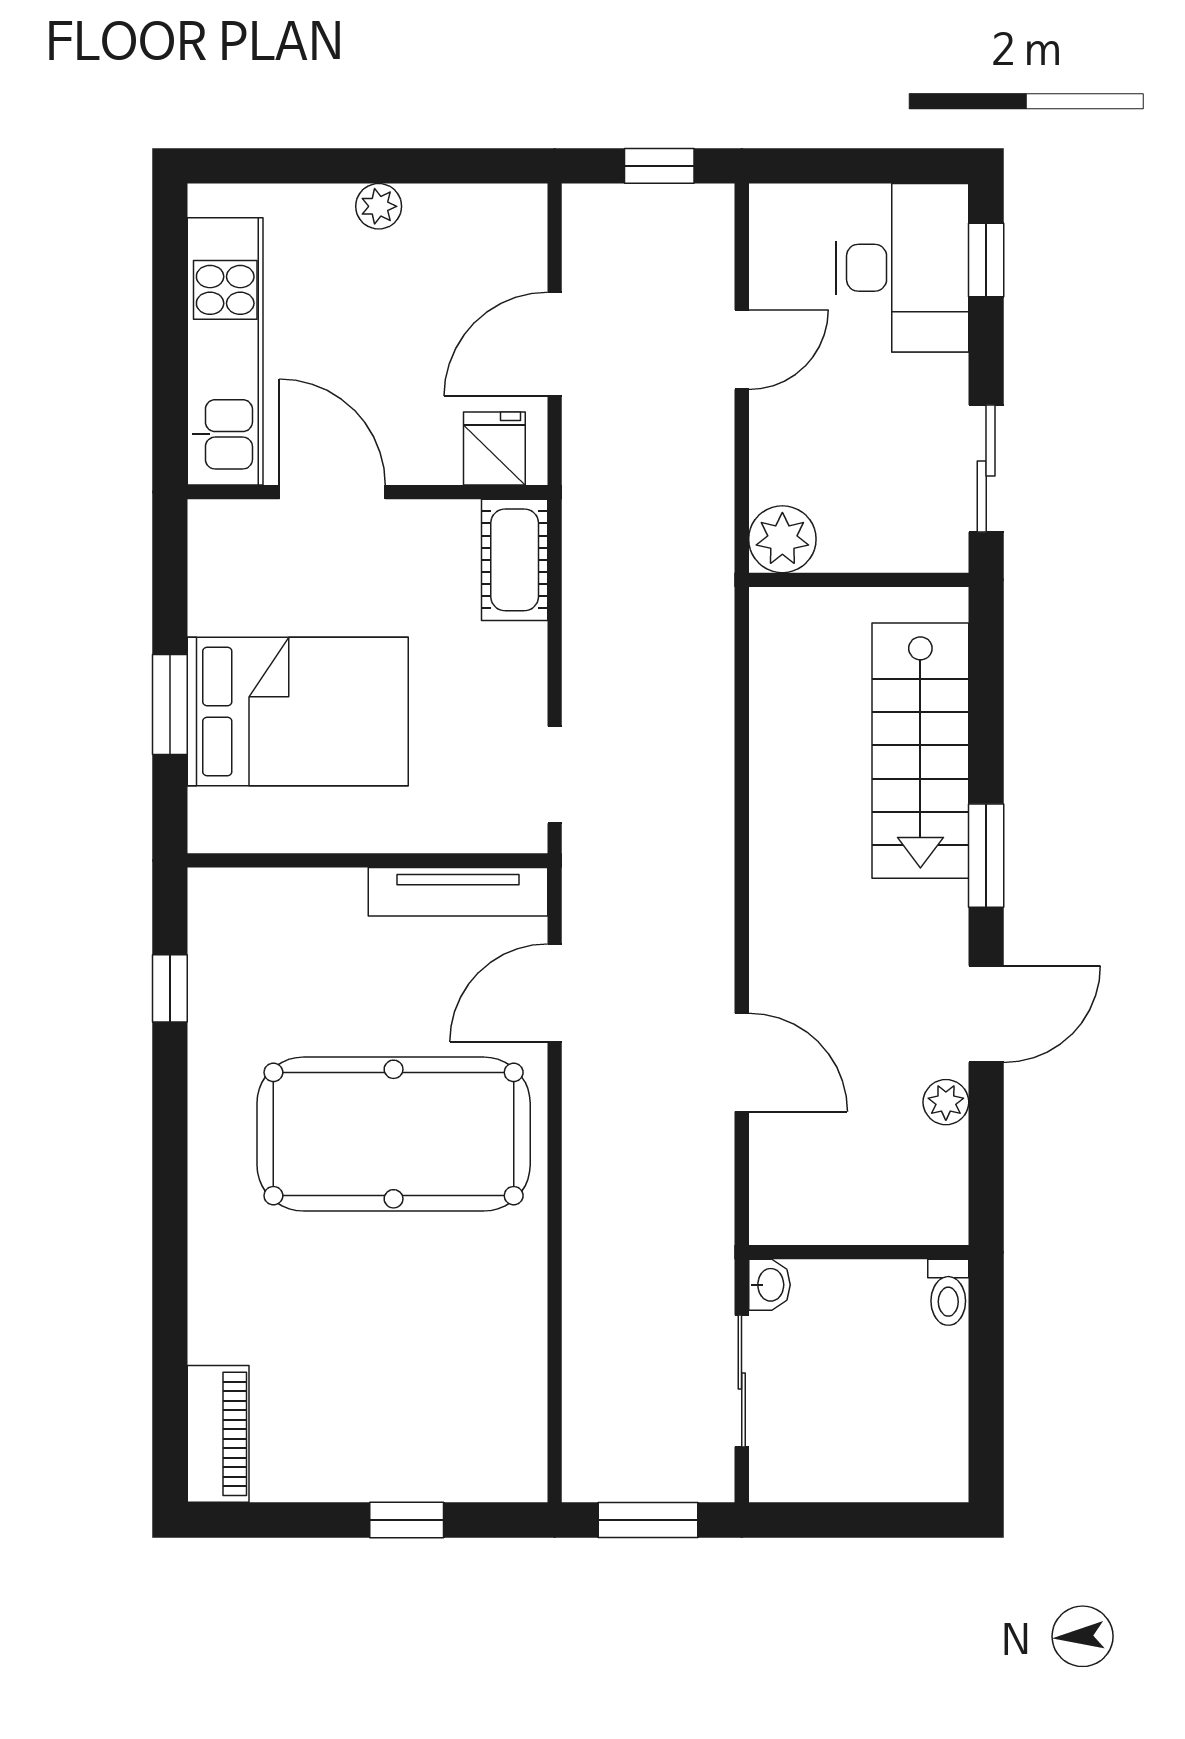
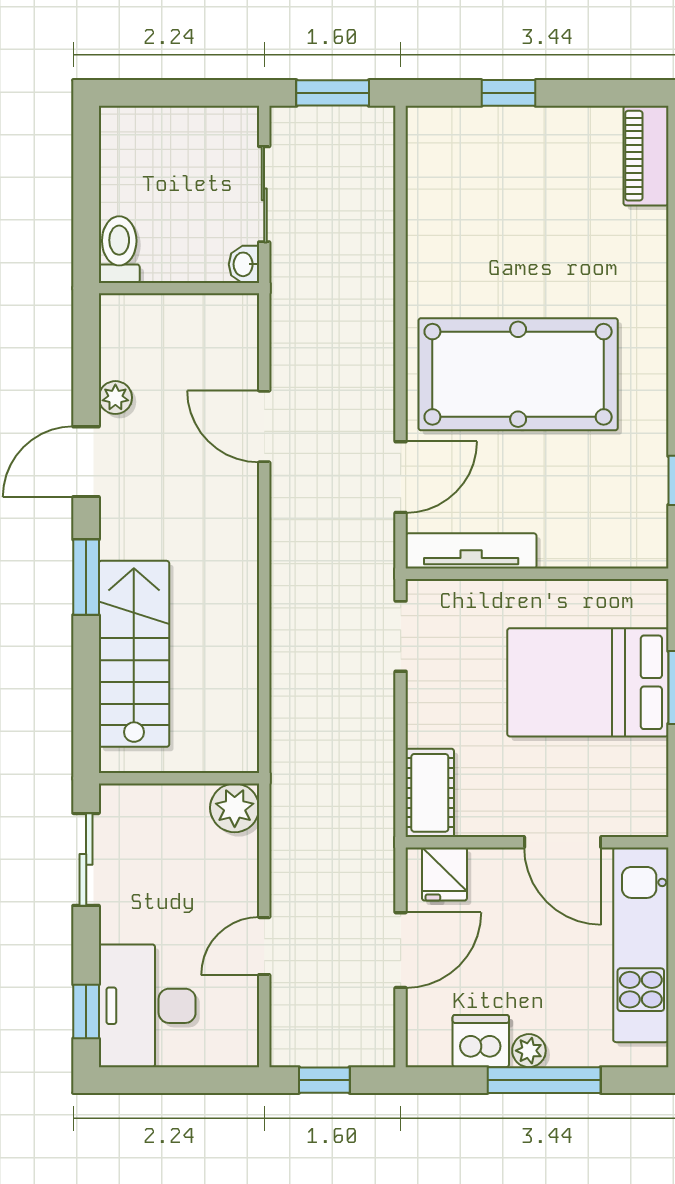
window: (358, 166) -> (544, 1080), added
dishwasher: (445, 219) -> (481, 1041), added
toilet: (948, 1292) -> (119, 250), width x1.37, depth x1.39

